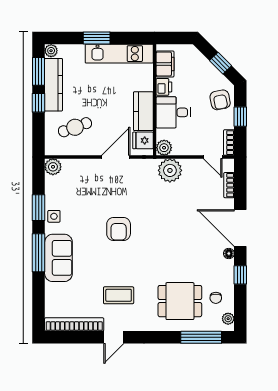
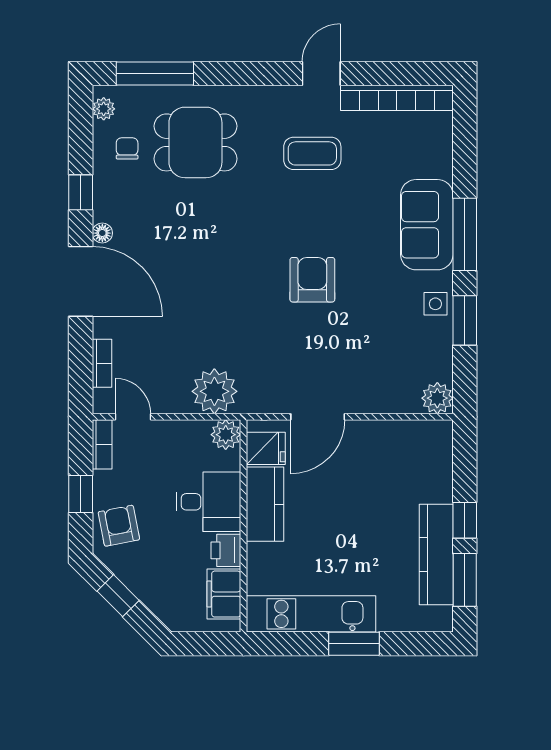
plant: (51, 51) -> (441, 619), removed
cafe table: (75, 127) -> (395, 474), removed

